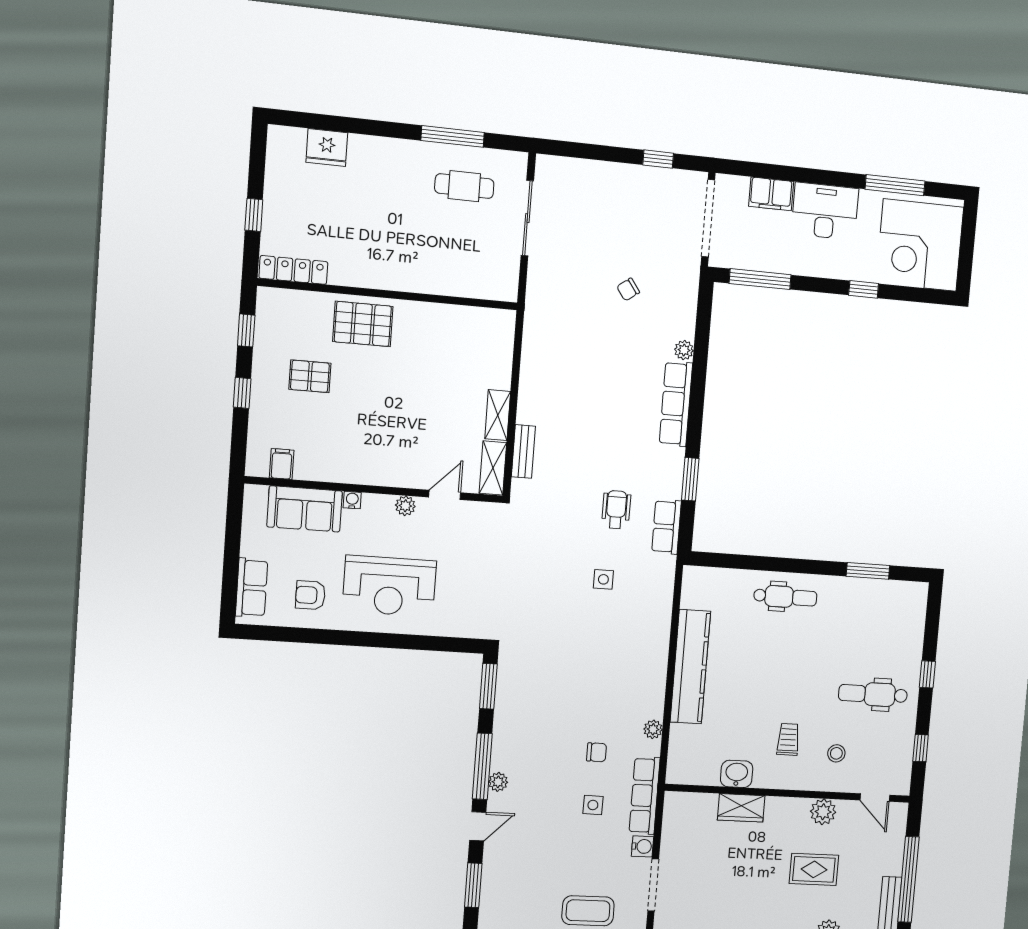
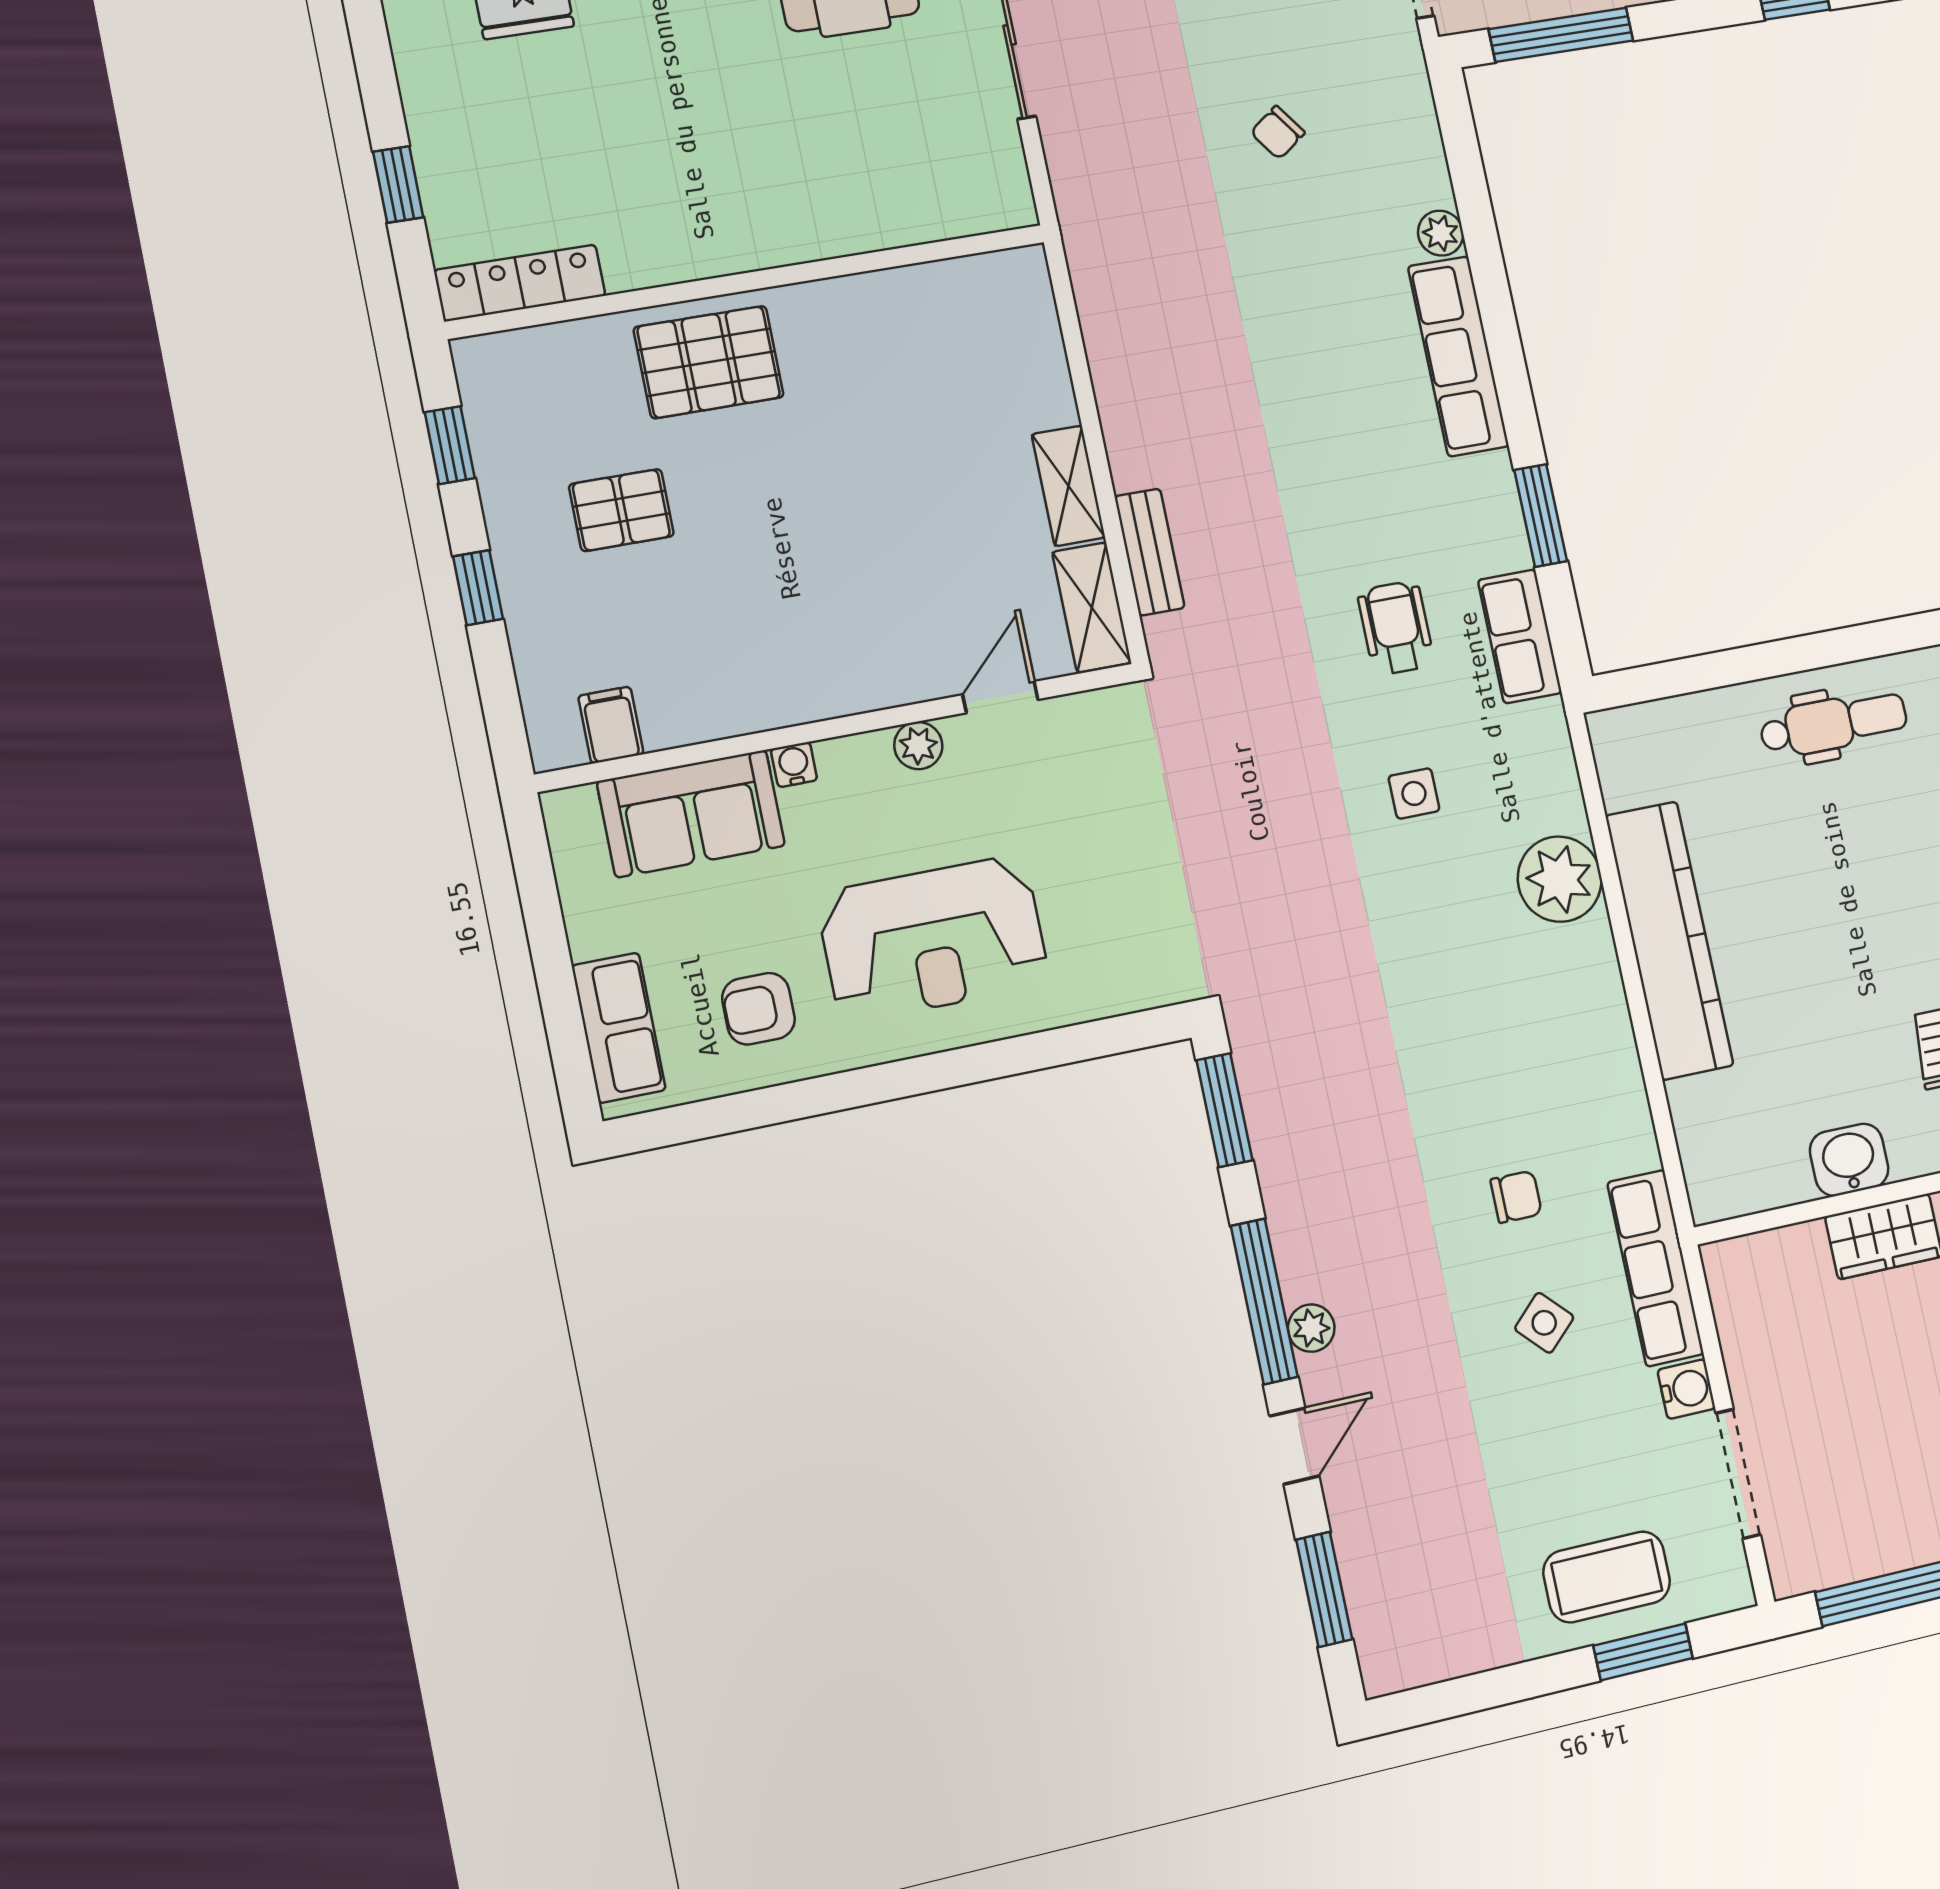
plant: (653, 729) -> (1560, 879), moved, width x1.87, depth x1.87
side table: (593, 805) -> (1544, 1323), turned 45

